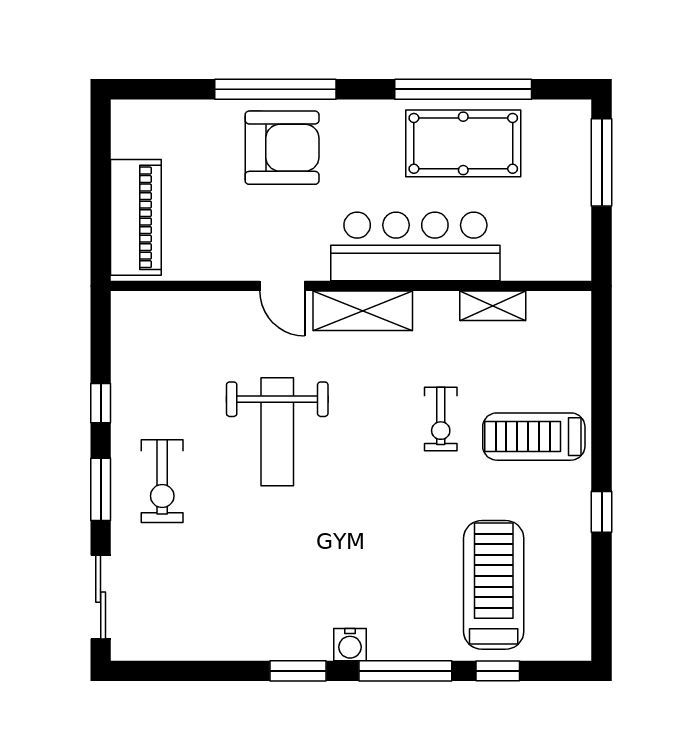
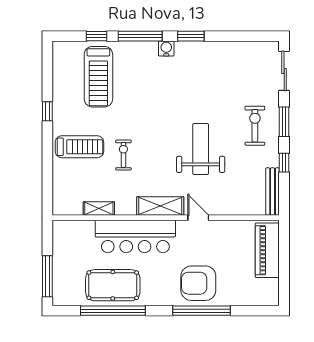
bench: (125, 342) -> (273, 192), added

